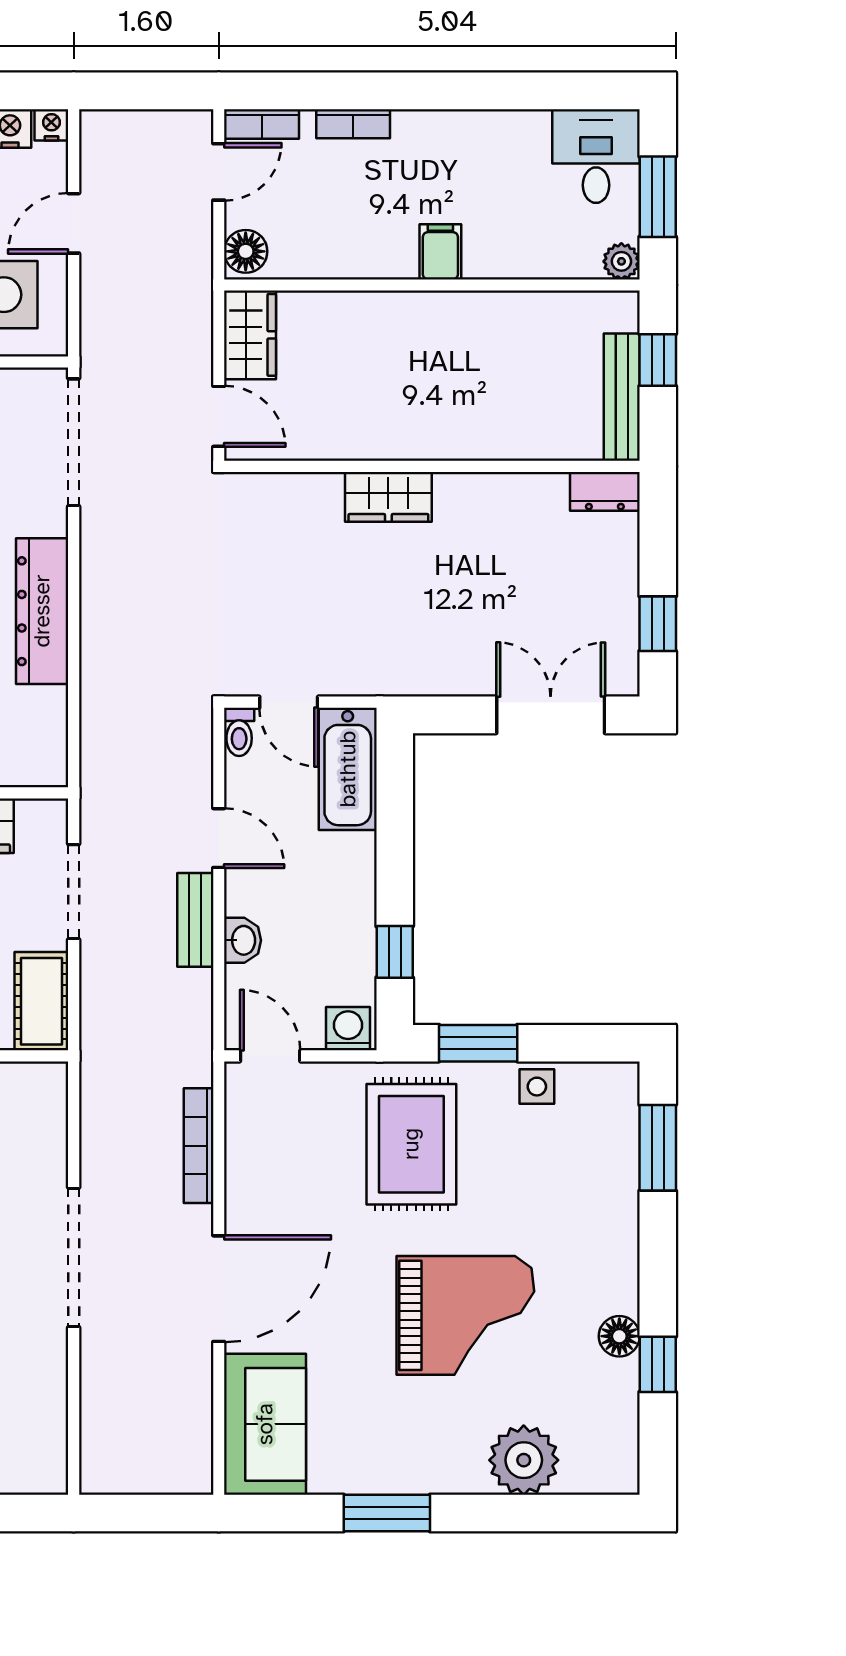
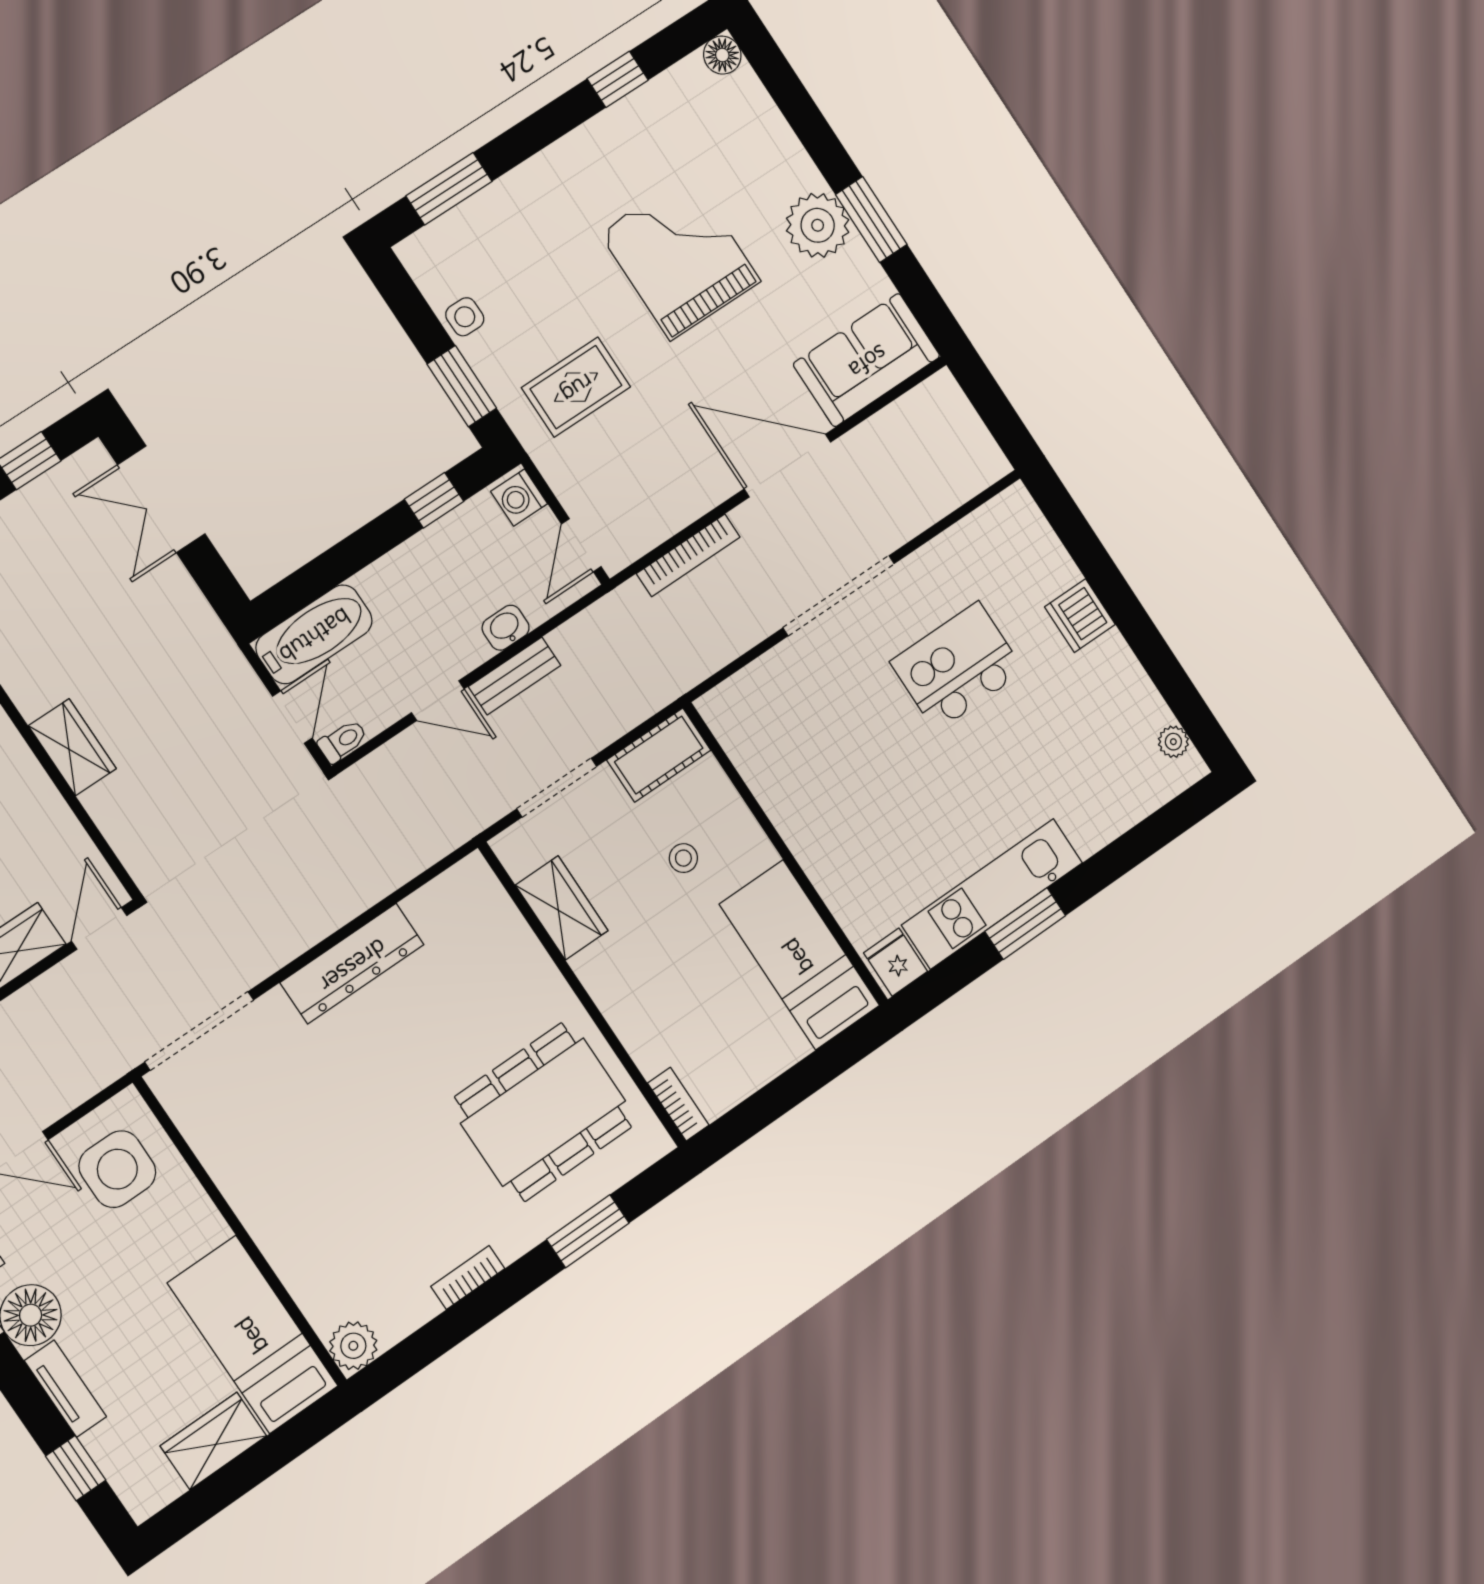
door: (219, 838) -> (438, 701), swing flipped
rug: (411, 1144) -> (576, 387), width x0.73, depth x0.70
floor lamp: (619, 1336) -> (722, 55), moved
plant: (524, 1460) -> (818, 225), moved

